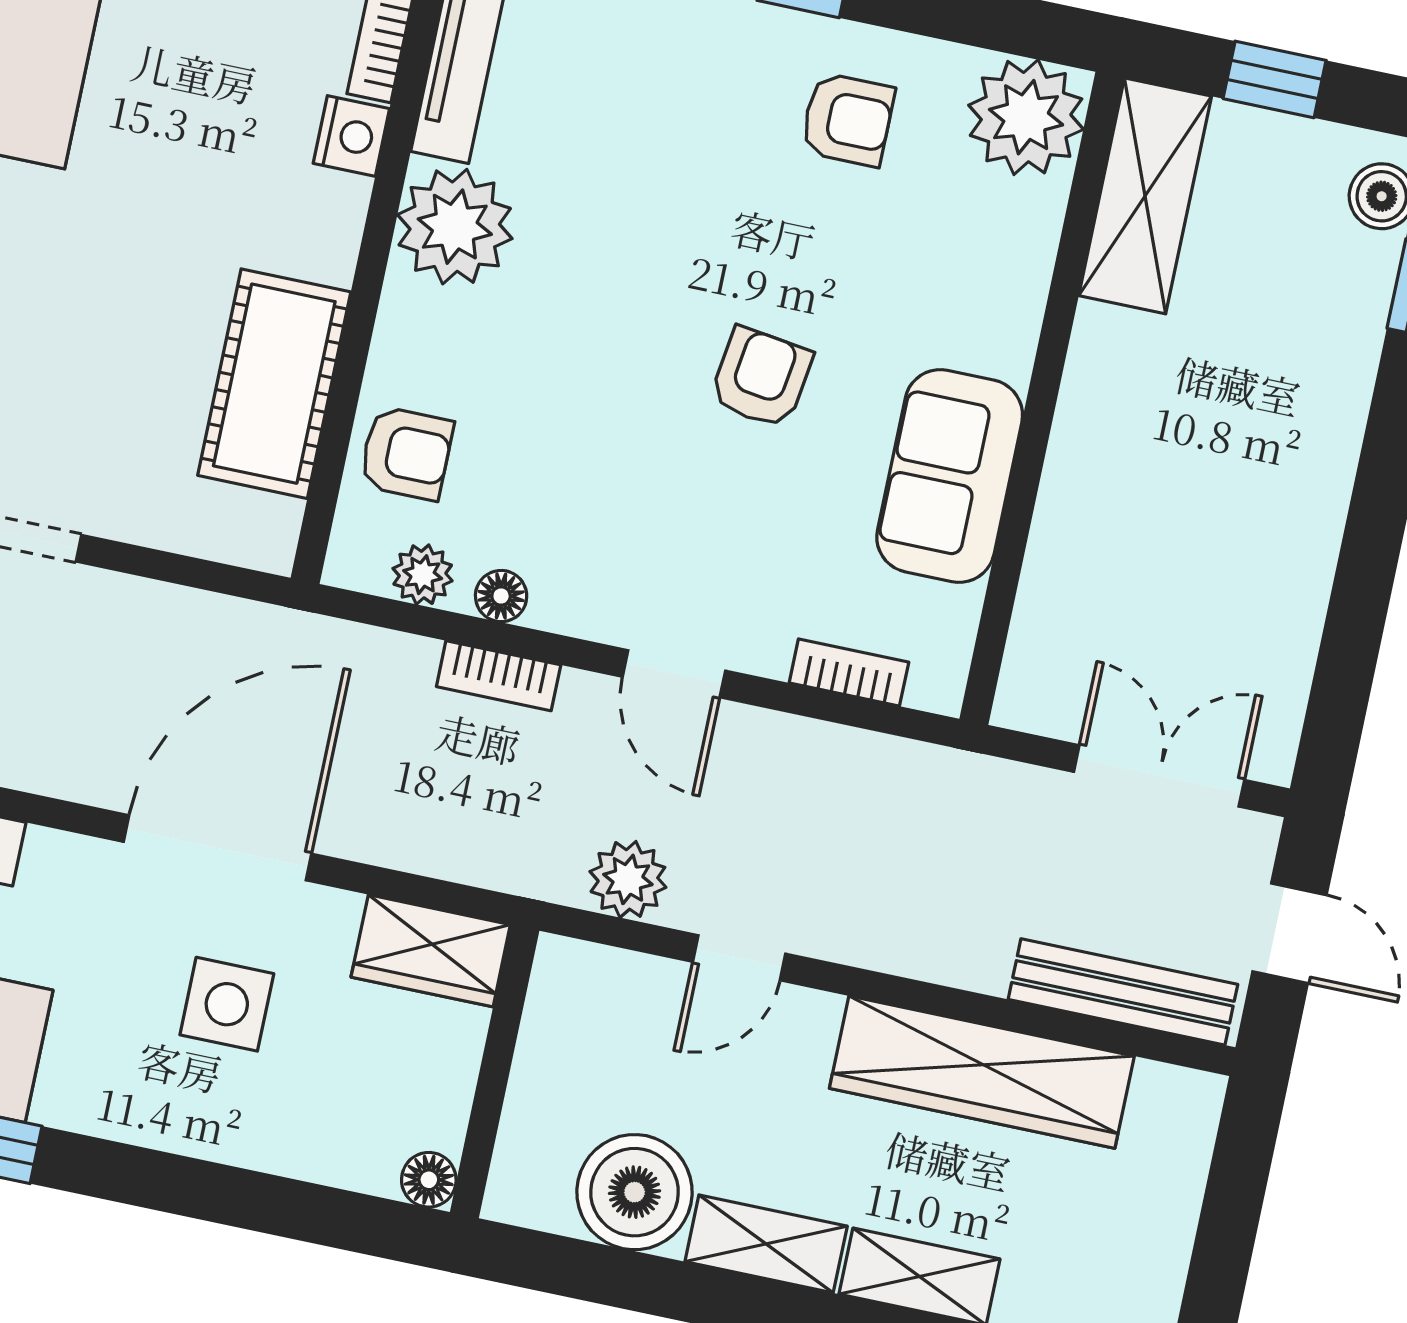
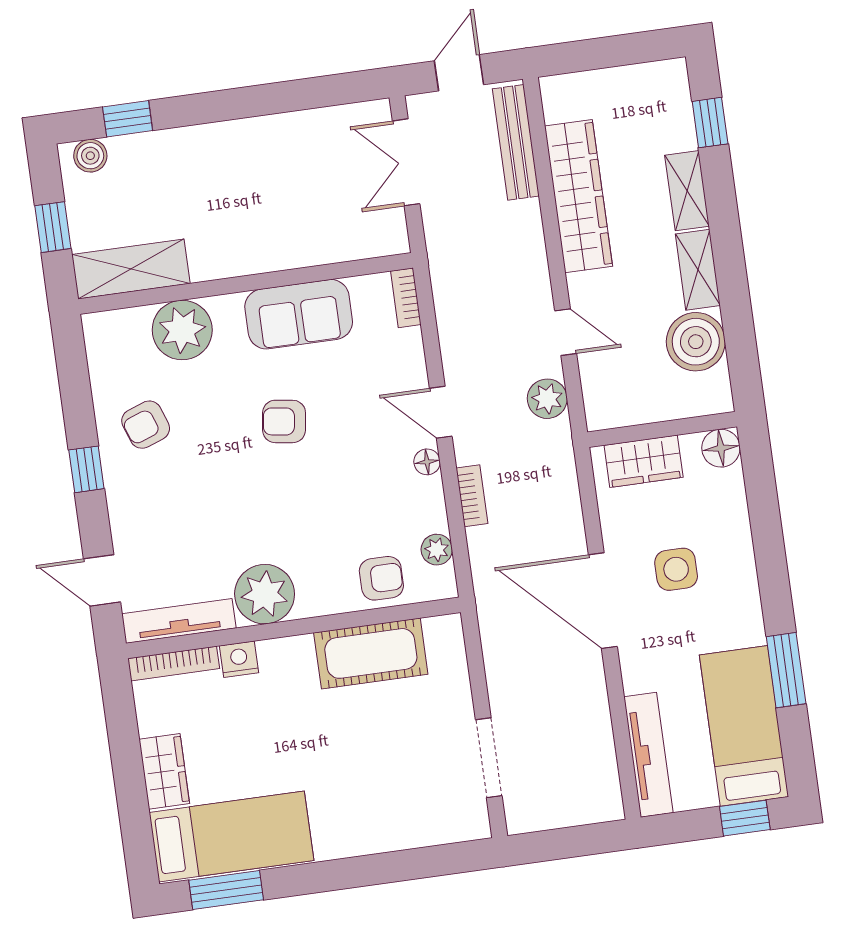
plant: (1026, 117) -> (182, 330), moved
armchair: (848, 120) -> (146, 425), turned -110
armchair: (406, 453) -> (381, 578), turned 90
floor lamp: (501, 596) -> (427, 462), moved
bookcase: (849, 672) -> (406, 298), moved
door: (674, 674) -> (441, 412), swing flipped
wardrobe: (431, 951) -> (644, 461), moved, turned 90
floor lamp: (429, 1180) -> (721, 448), width x1.37, depth x1.37

